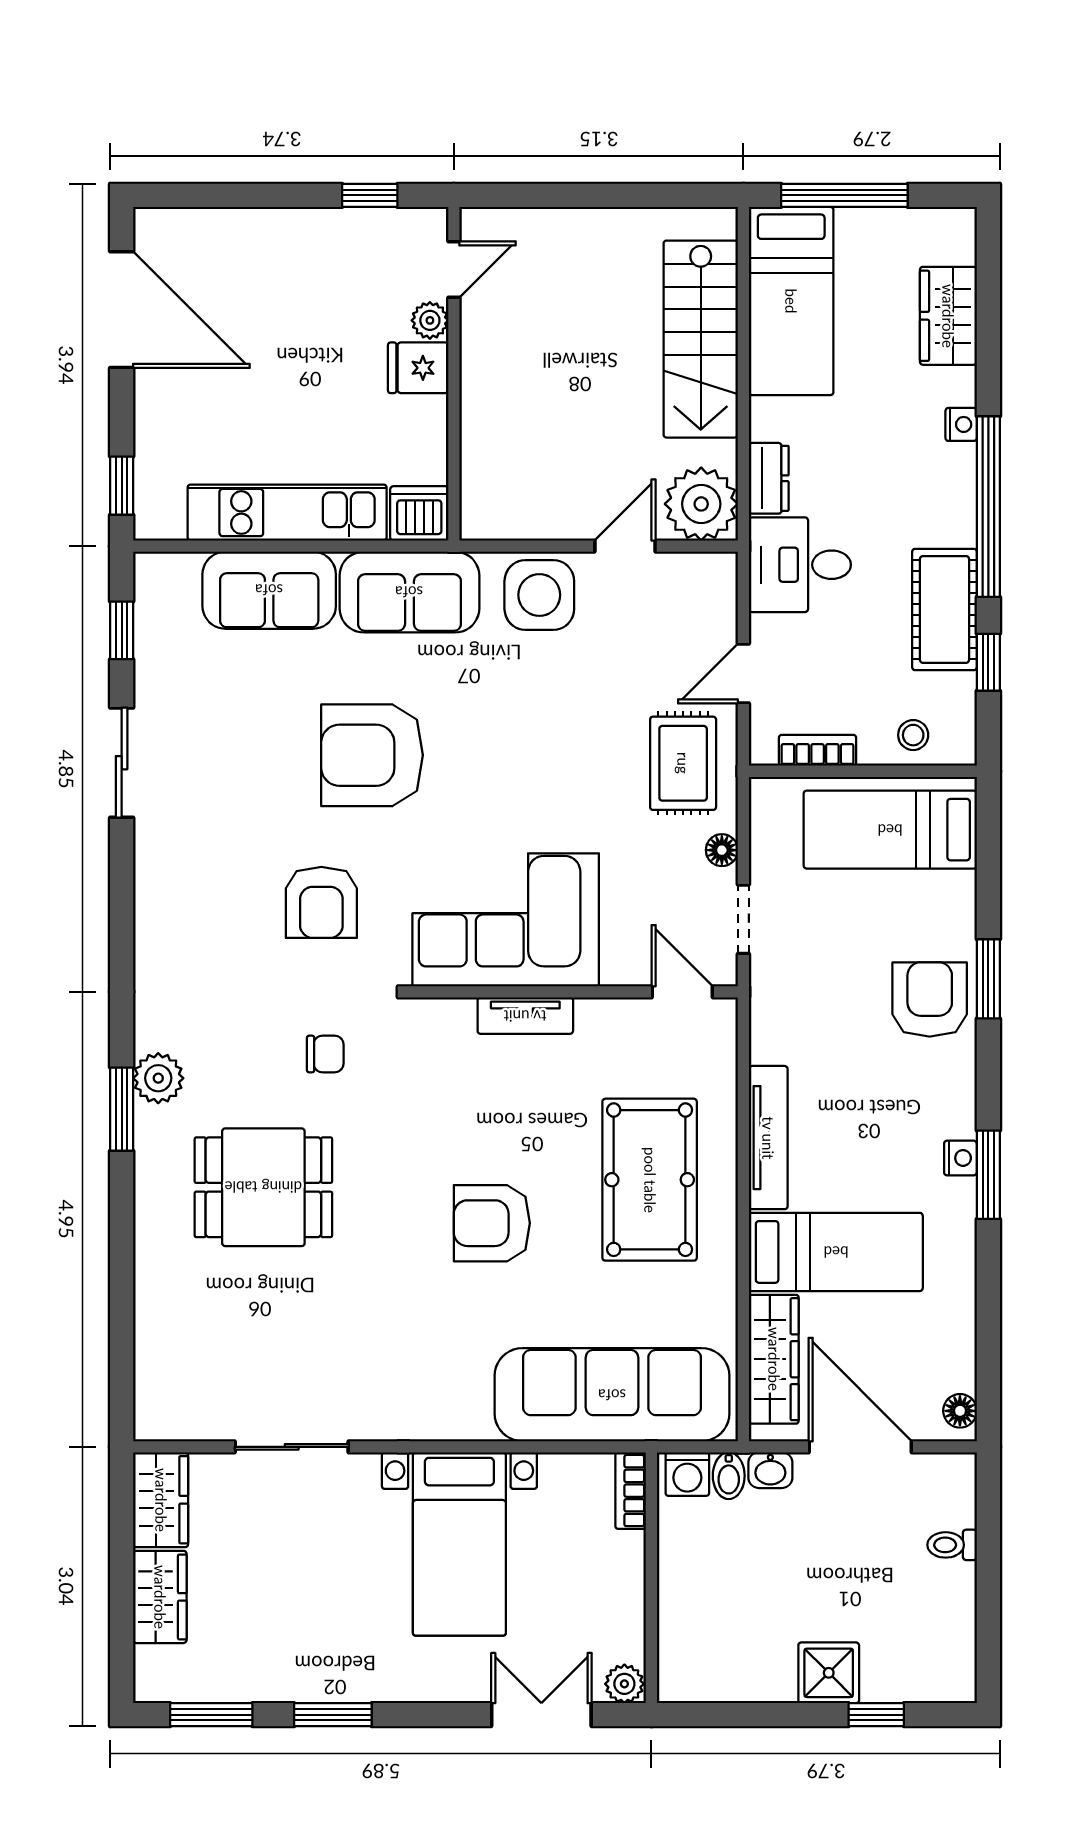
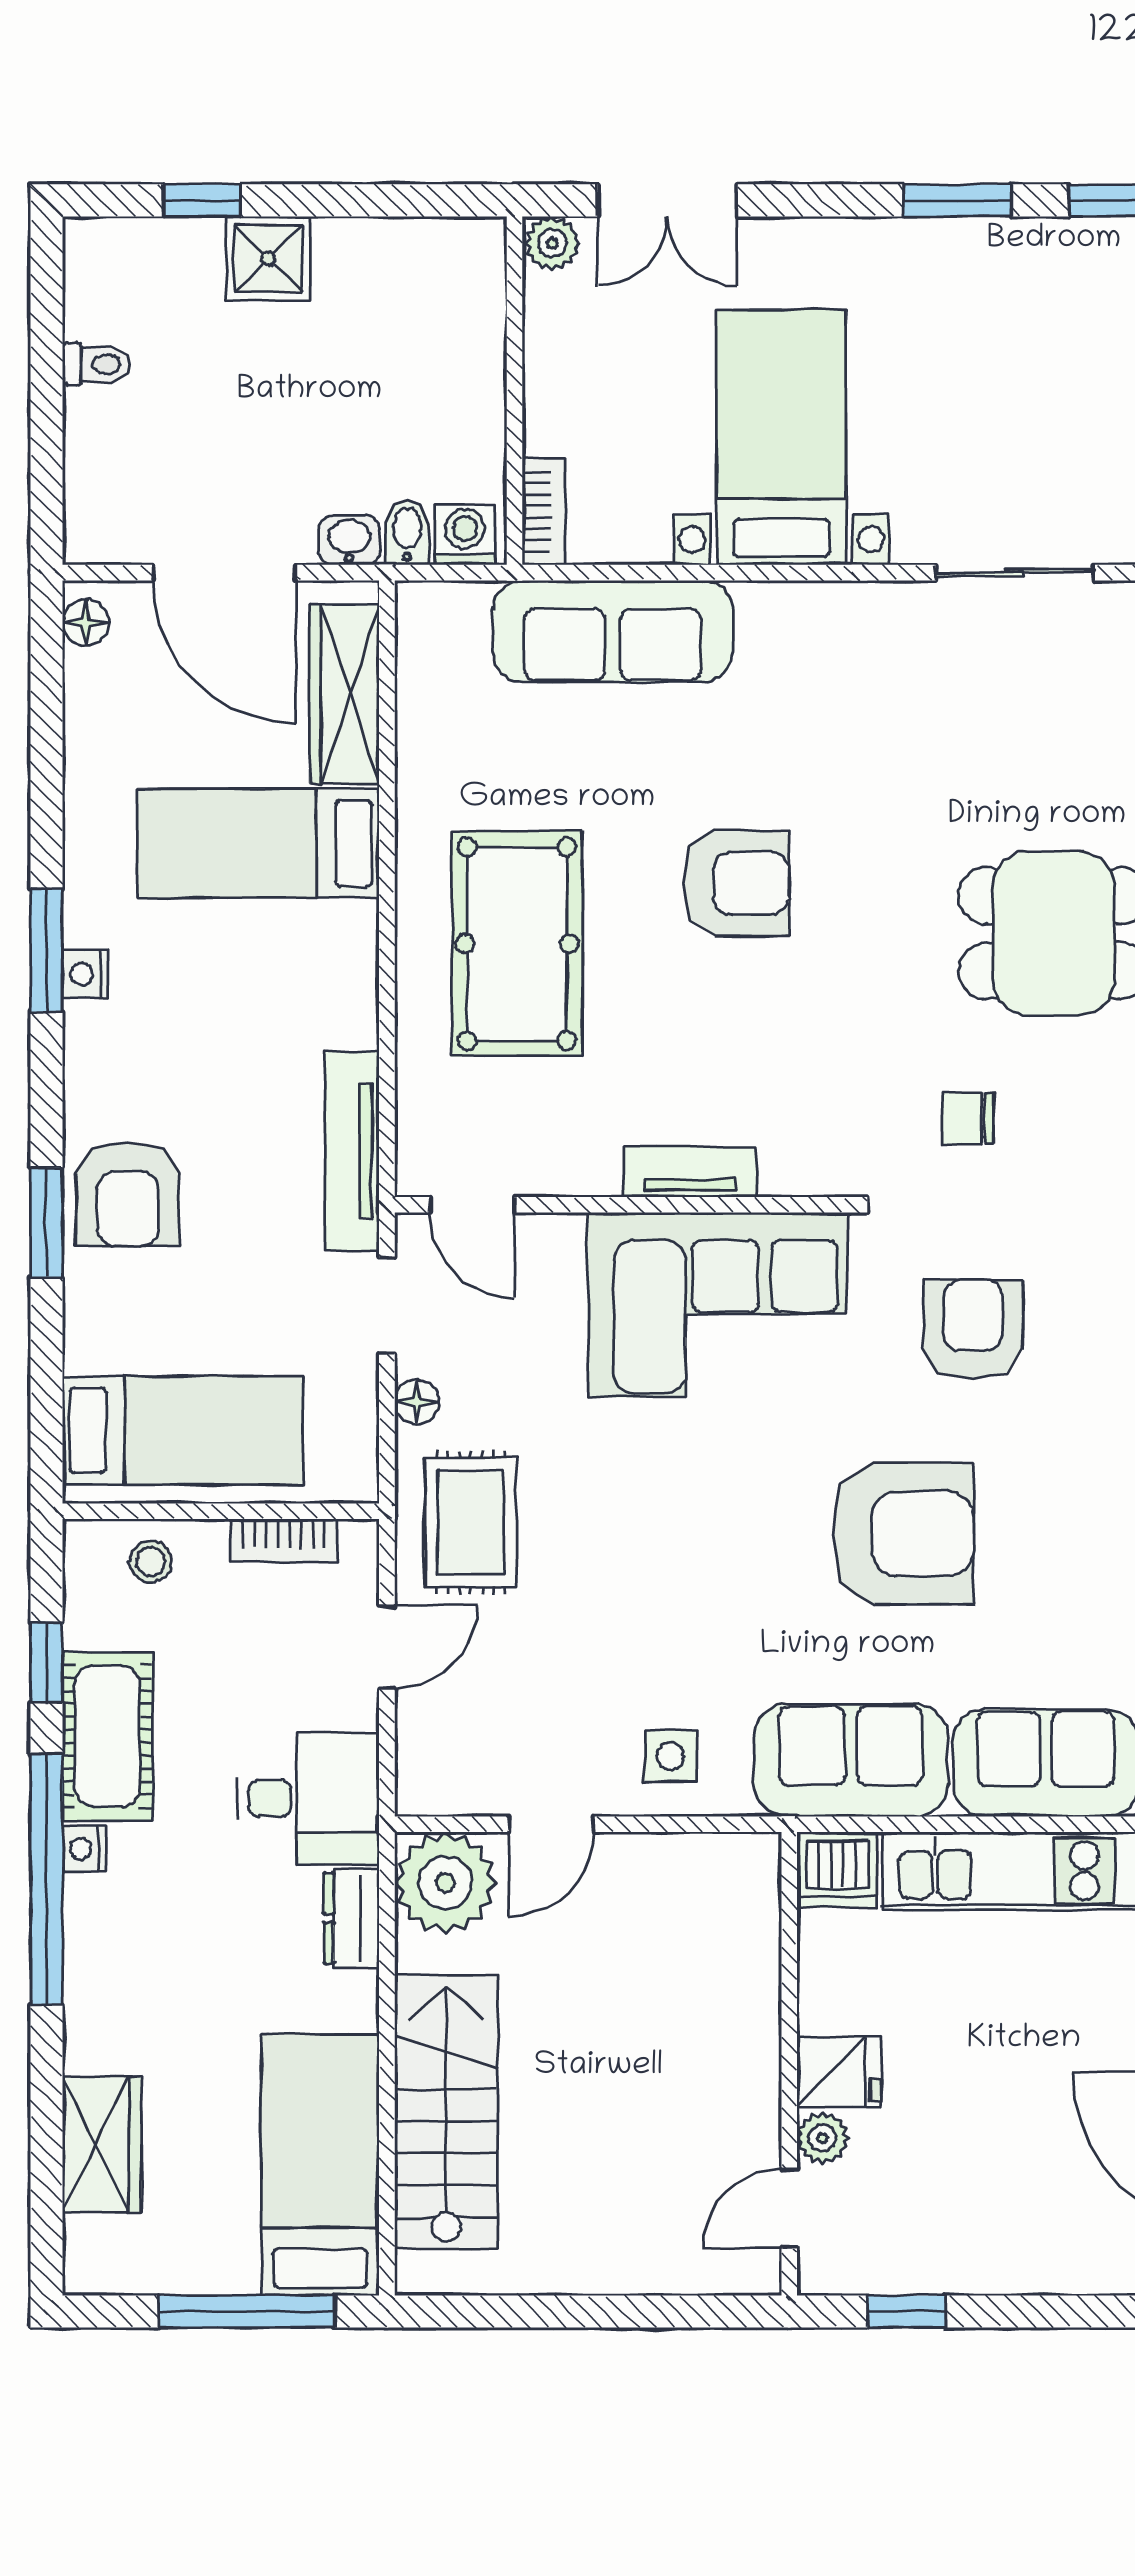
nightstand: (961, 424) -> (84, 1849), moved
side table: (539, 595) -> (670, 1756), width x0.54, depth x0.54
tv unit: (768, 1138) -> (352, 1151), moved
sofa: (612, 1395) -> (613, 631), width x0.74, depth x0.79
toilet: (952, 1545) -> (97, 364), moved

